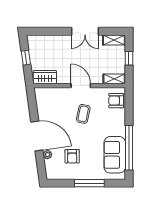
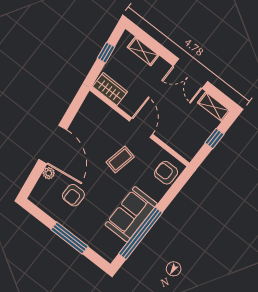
shelving: (114, 79) -> (143, 51), moved
sofa: (115, 155) -> (131, 214), moved

